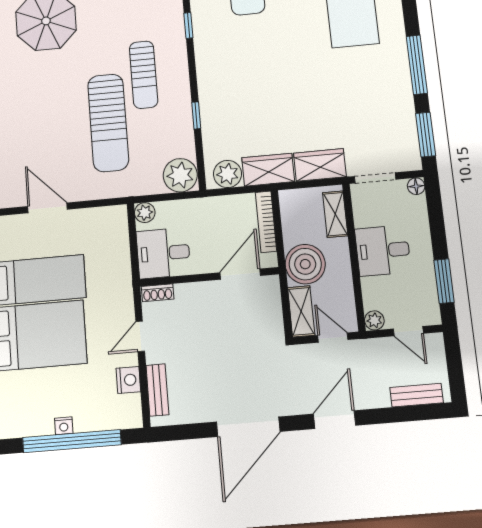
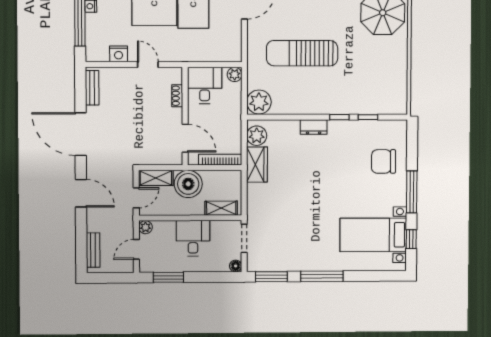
sun lounger: (144, 75) -> (335, 82), removed
dresser: (209, 97) -> (314, 127), added
window: (196, 115) -> (339, 117), moved
wardrobe: (320, 165) -> (257, 201), removed
shoe rack: (158, 293) -> (177, 96), moved
bench: (157, 390) -> (92, 88), moved, turned 90

